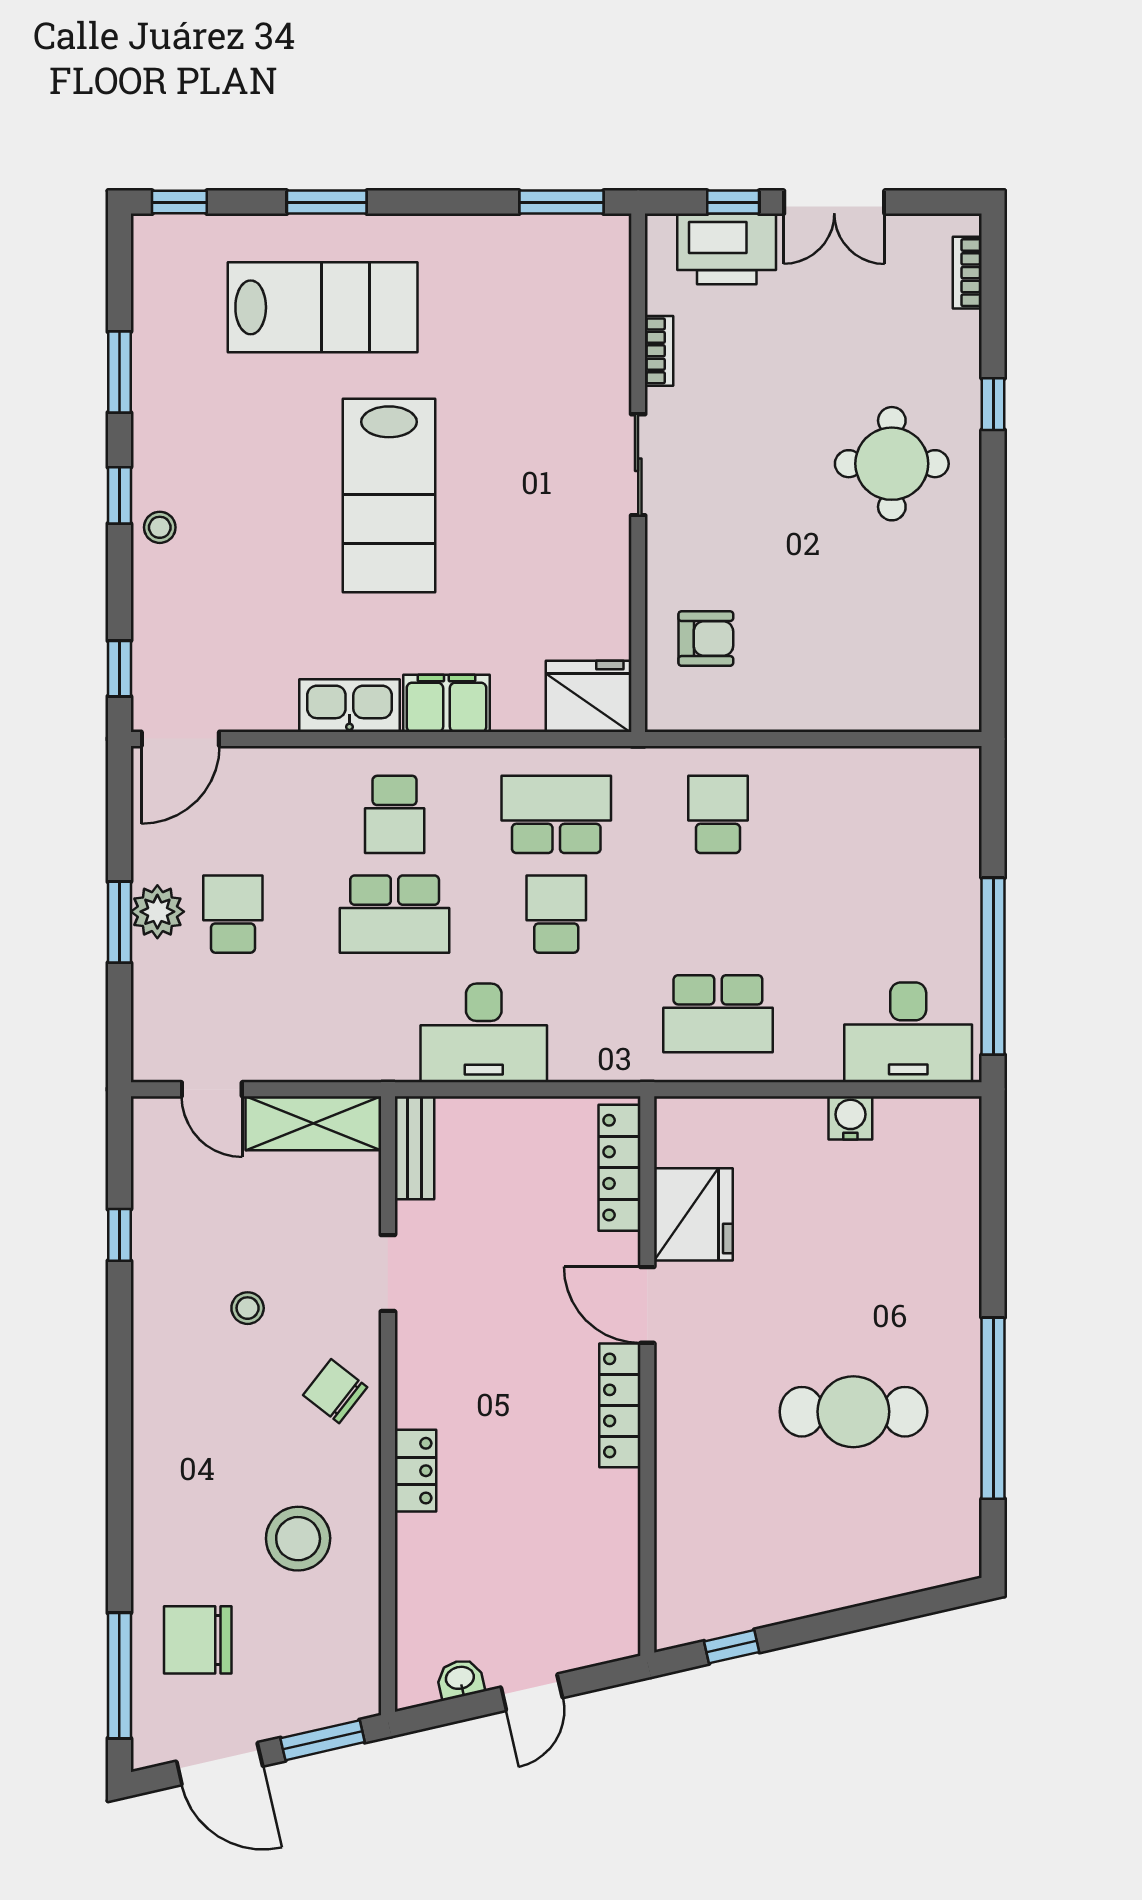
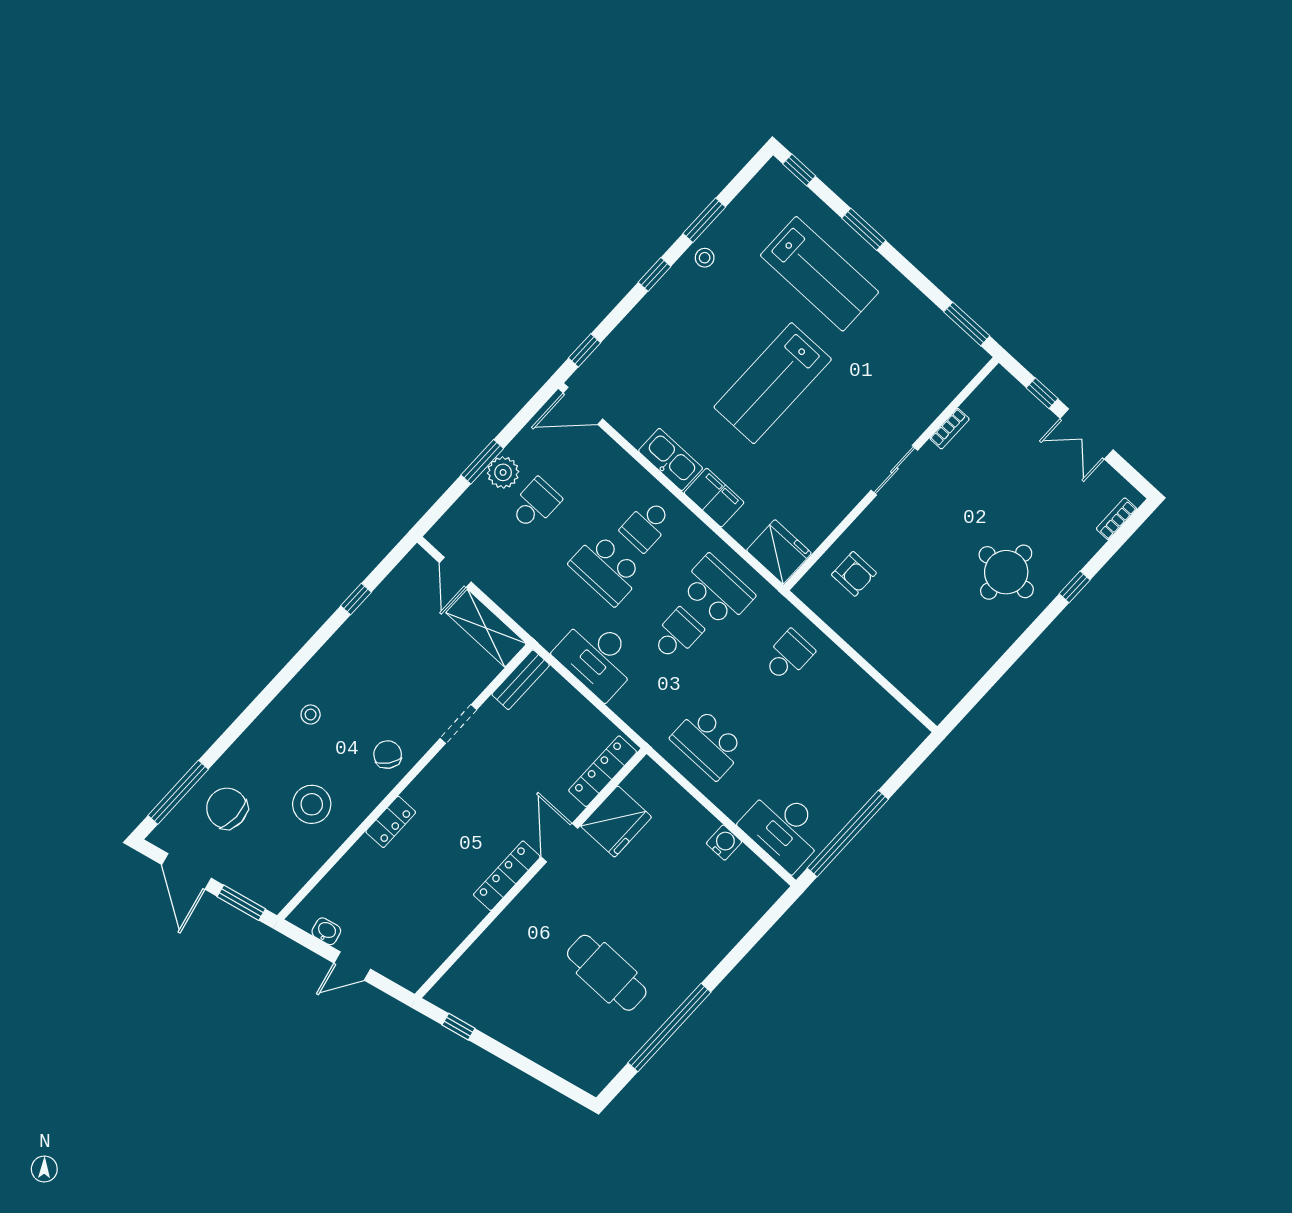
printer: (727, 249) -> (1020, 411), removed
stool: (160, 527) -> (705, 258), moved
stool: (248, 1308) -> (311, 715), moved

